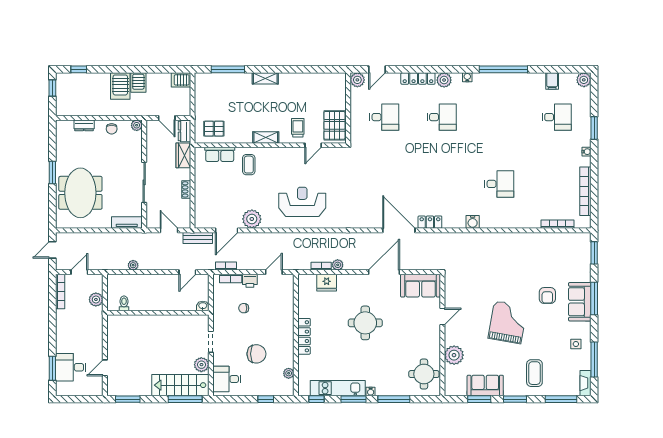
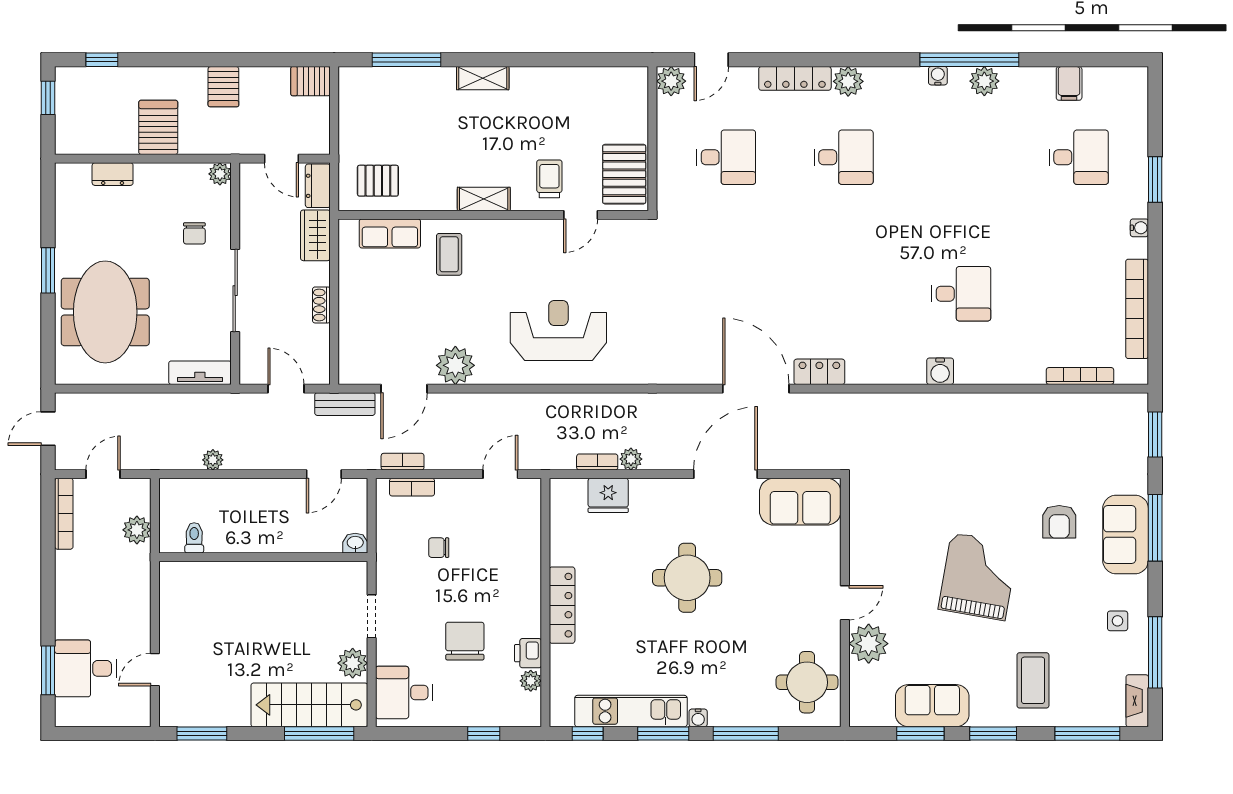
water cooler: (467, 77) -> (938, 76), moved
plant: (584, 80) -> (984, 81), moved
server rack: (120, 86) -> (158, 127), moved, turned 180
chair: (112, 129) -> (194, 233), moved
water cooler: (473, 222) -> (940, 371), moved
printer: (250, 281) -> (528, 653), moved, turned 90
door: (442, 316) -> (845, 603), moved
chair: (256, 354) -> (465, 641), turned -90

